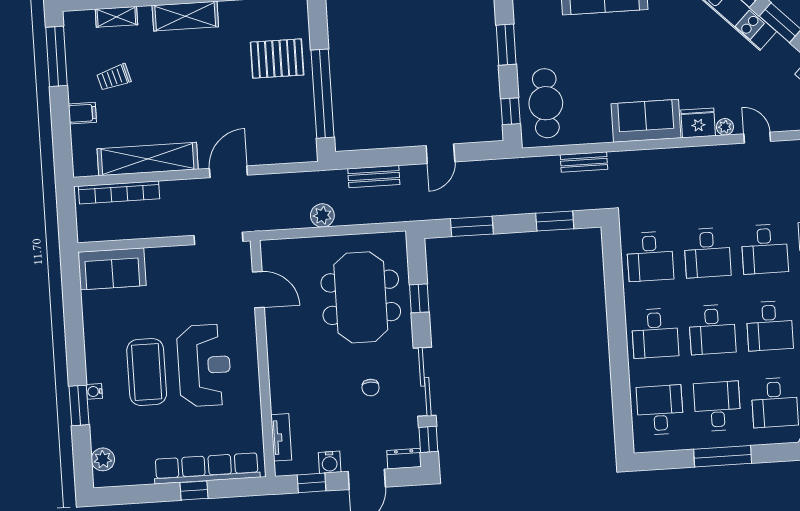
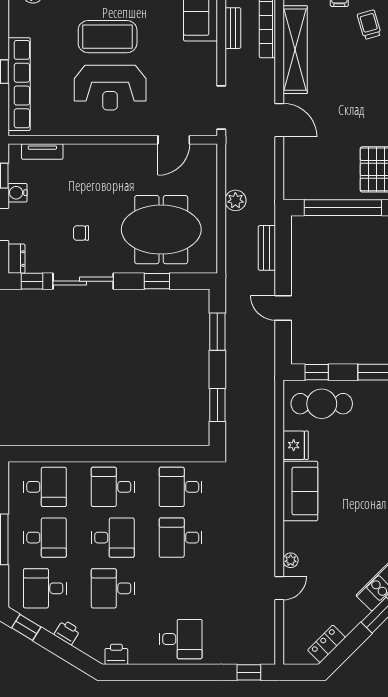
fridge: (698, 123) -> (296, 445), moved
bench: (584, 162) -> (233, 28), moved
desk: (765, 249) -> (181, 588), removed
desk: (712, 329) -> (113, 538), turned 180

